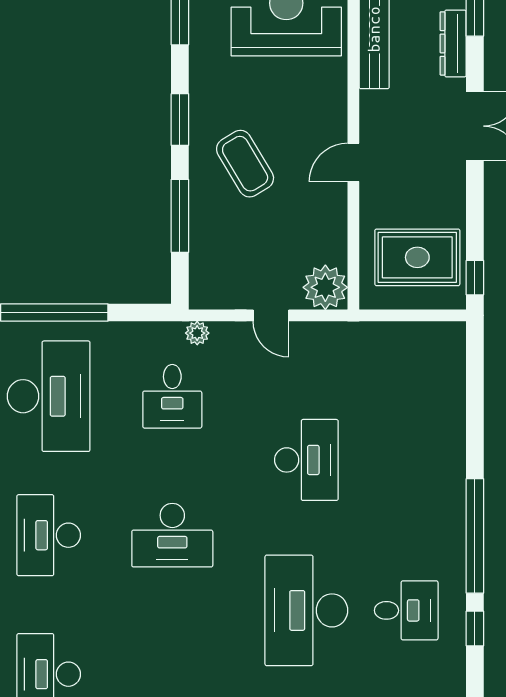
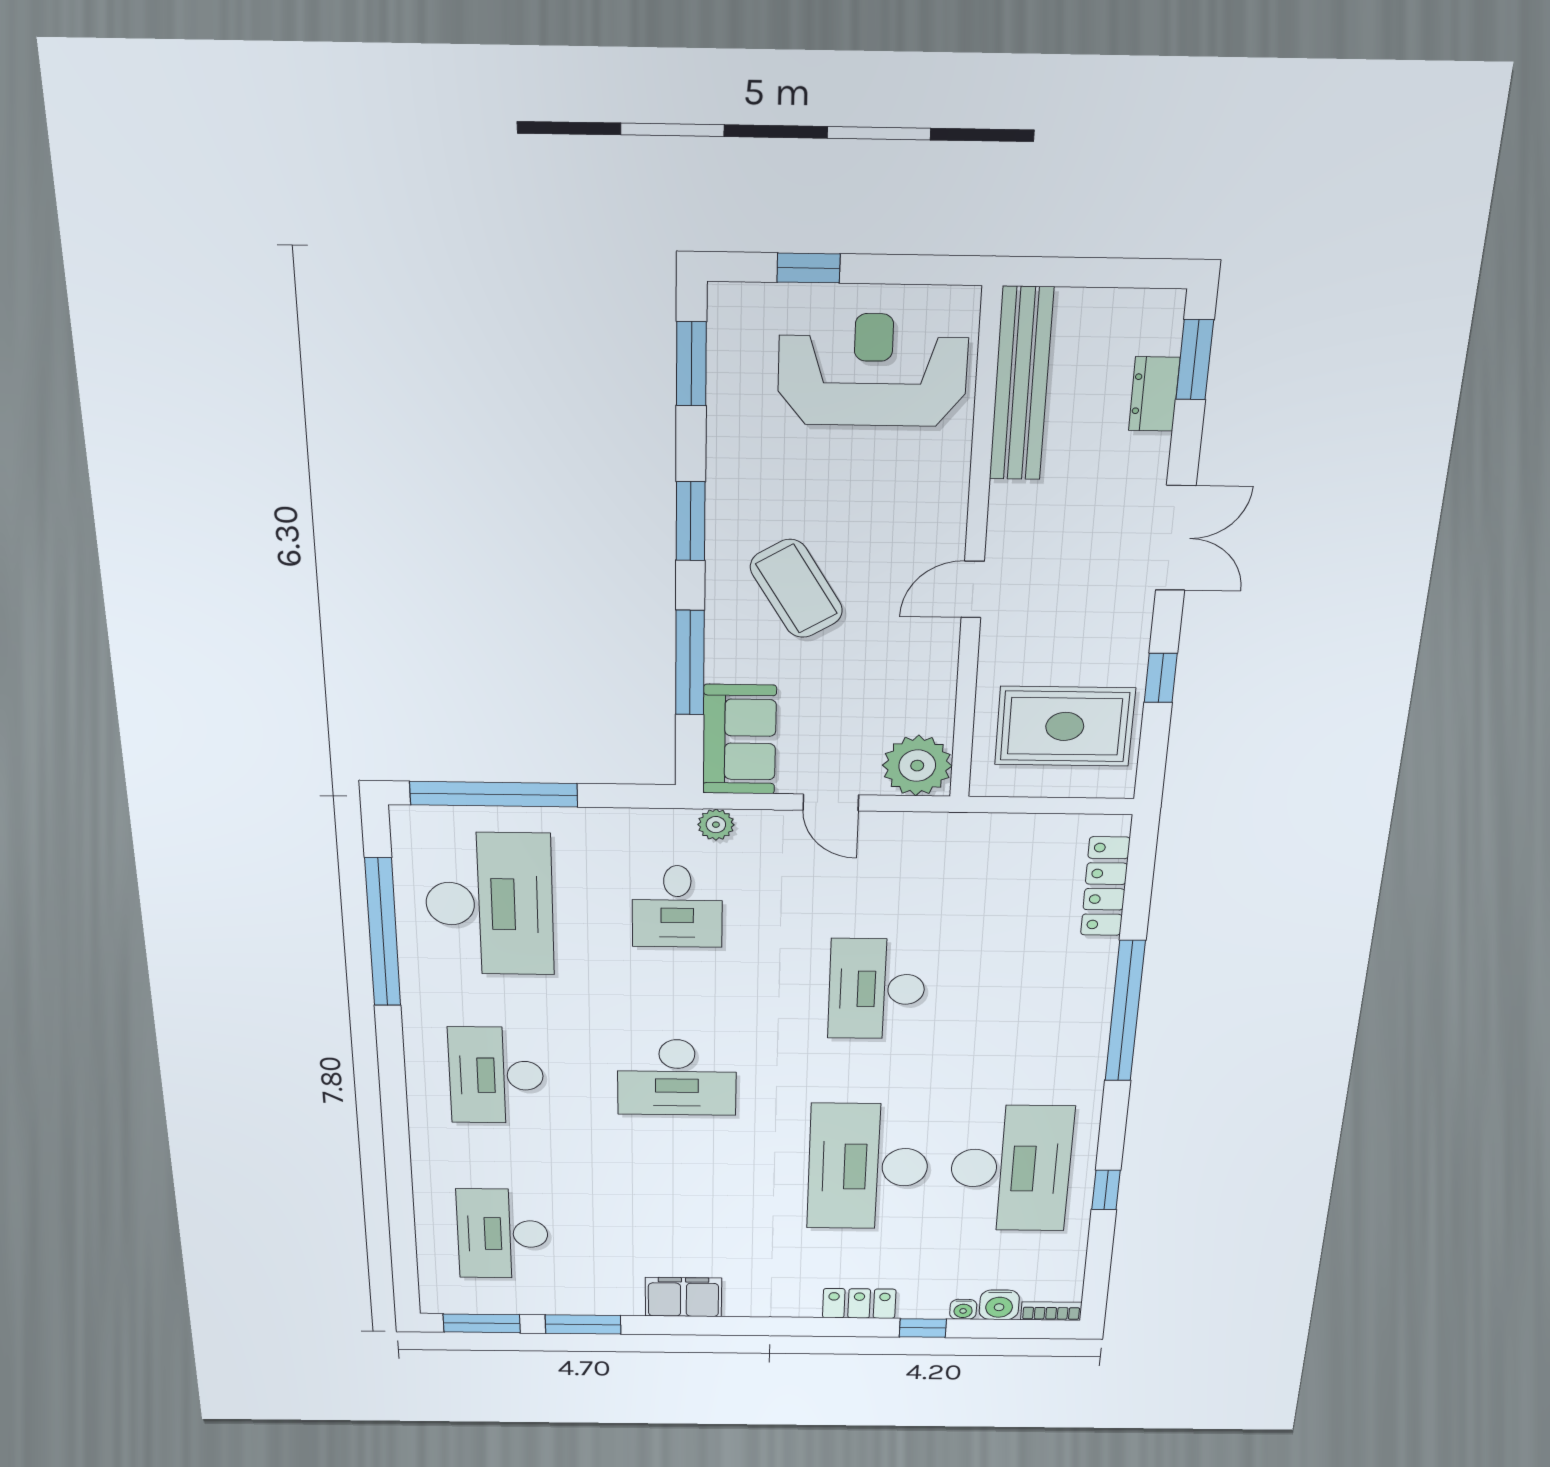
dresser: (453, 43) -> (1154, 394), width x0.70
sofa: (211, 270) -> (739, 740), added
window: (475, 278) -> (1161, 678), moved
locker: (453, 376) -> (1105, 886), added
desk: (306, 460) -> (877, 989), turned 180
window: (475, 536) -> (1125, 1011), moved
desk: (406, 610) -> (1010, 1168), width x1.87, depth x1.30

